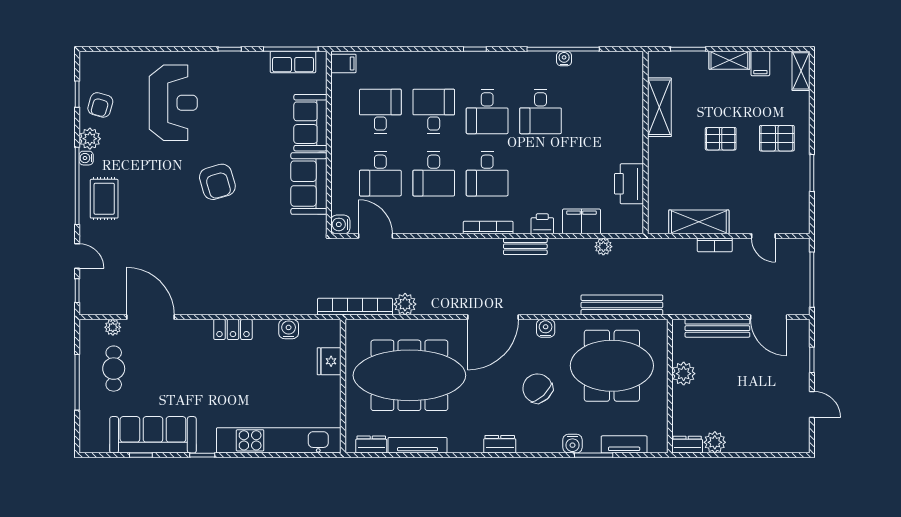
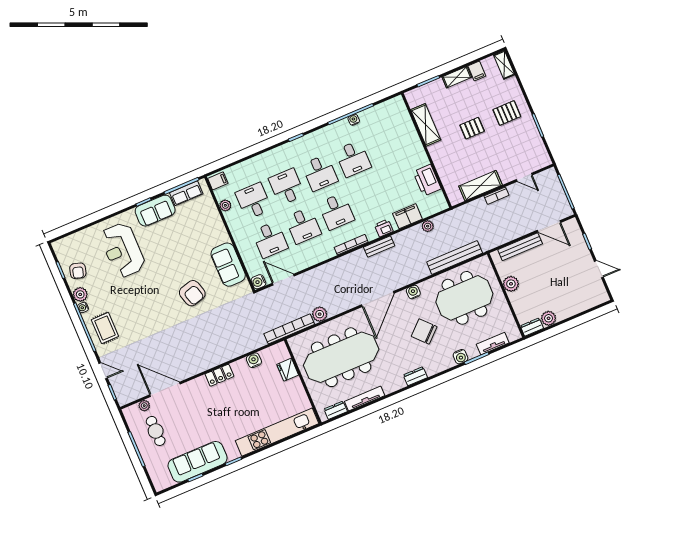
plant: (339, 101) -> (225, 205), added
reception desk: (173, 103) -> (123, 250), turned 180
sofa: (310, 123) -> (155, 211), moved, turned -90
armchair: (217, 182) -> (192, 293), moved

